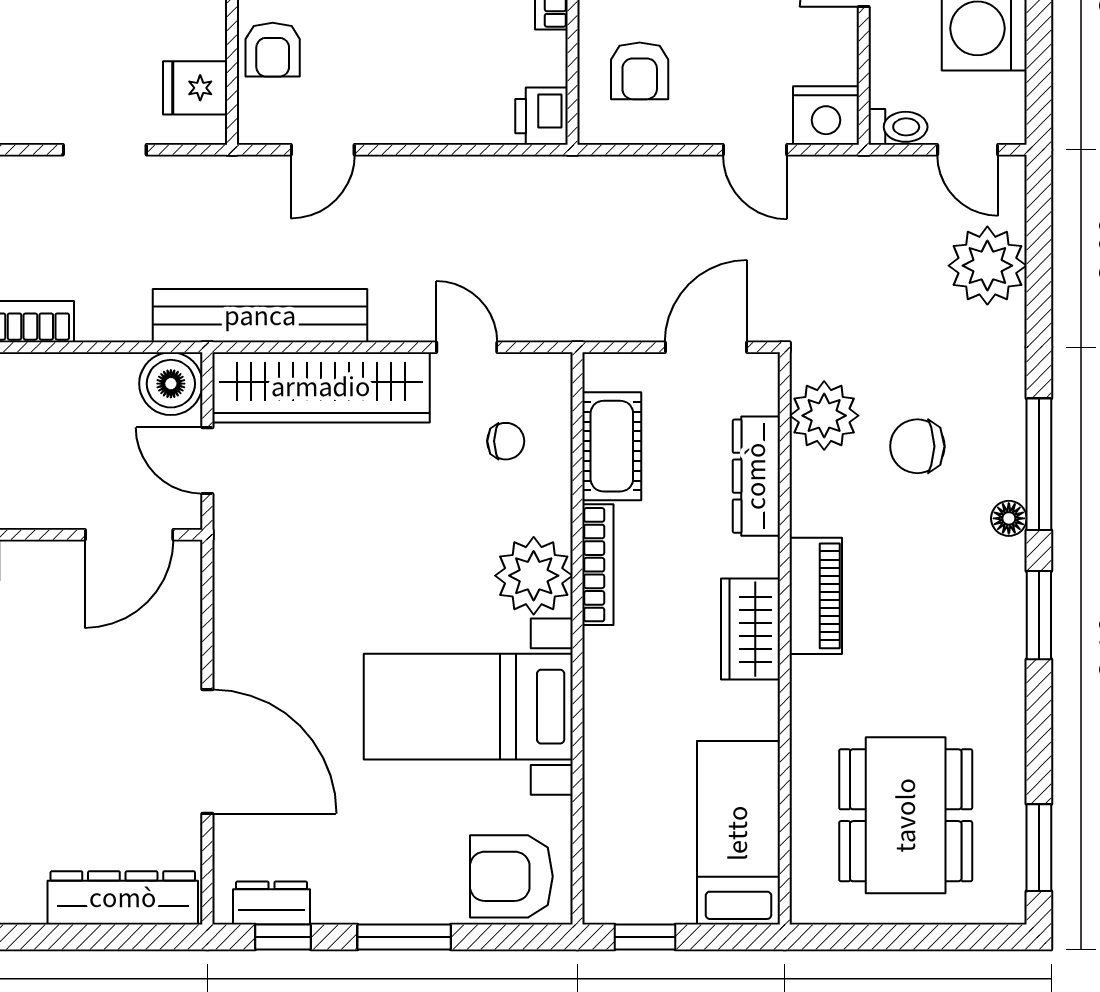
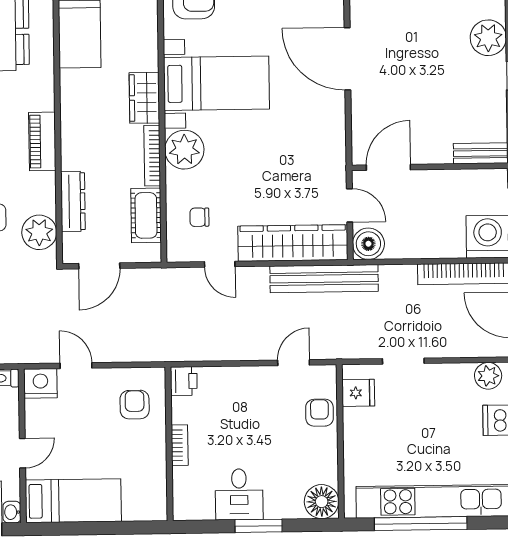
wardrobe: (750, 629) -> (144, 98), moved, turned 180

